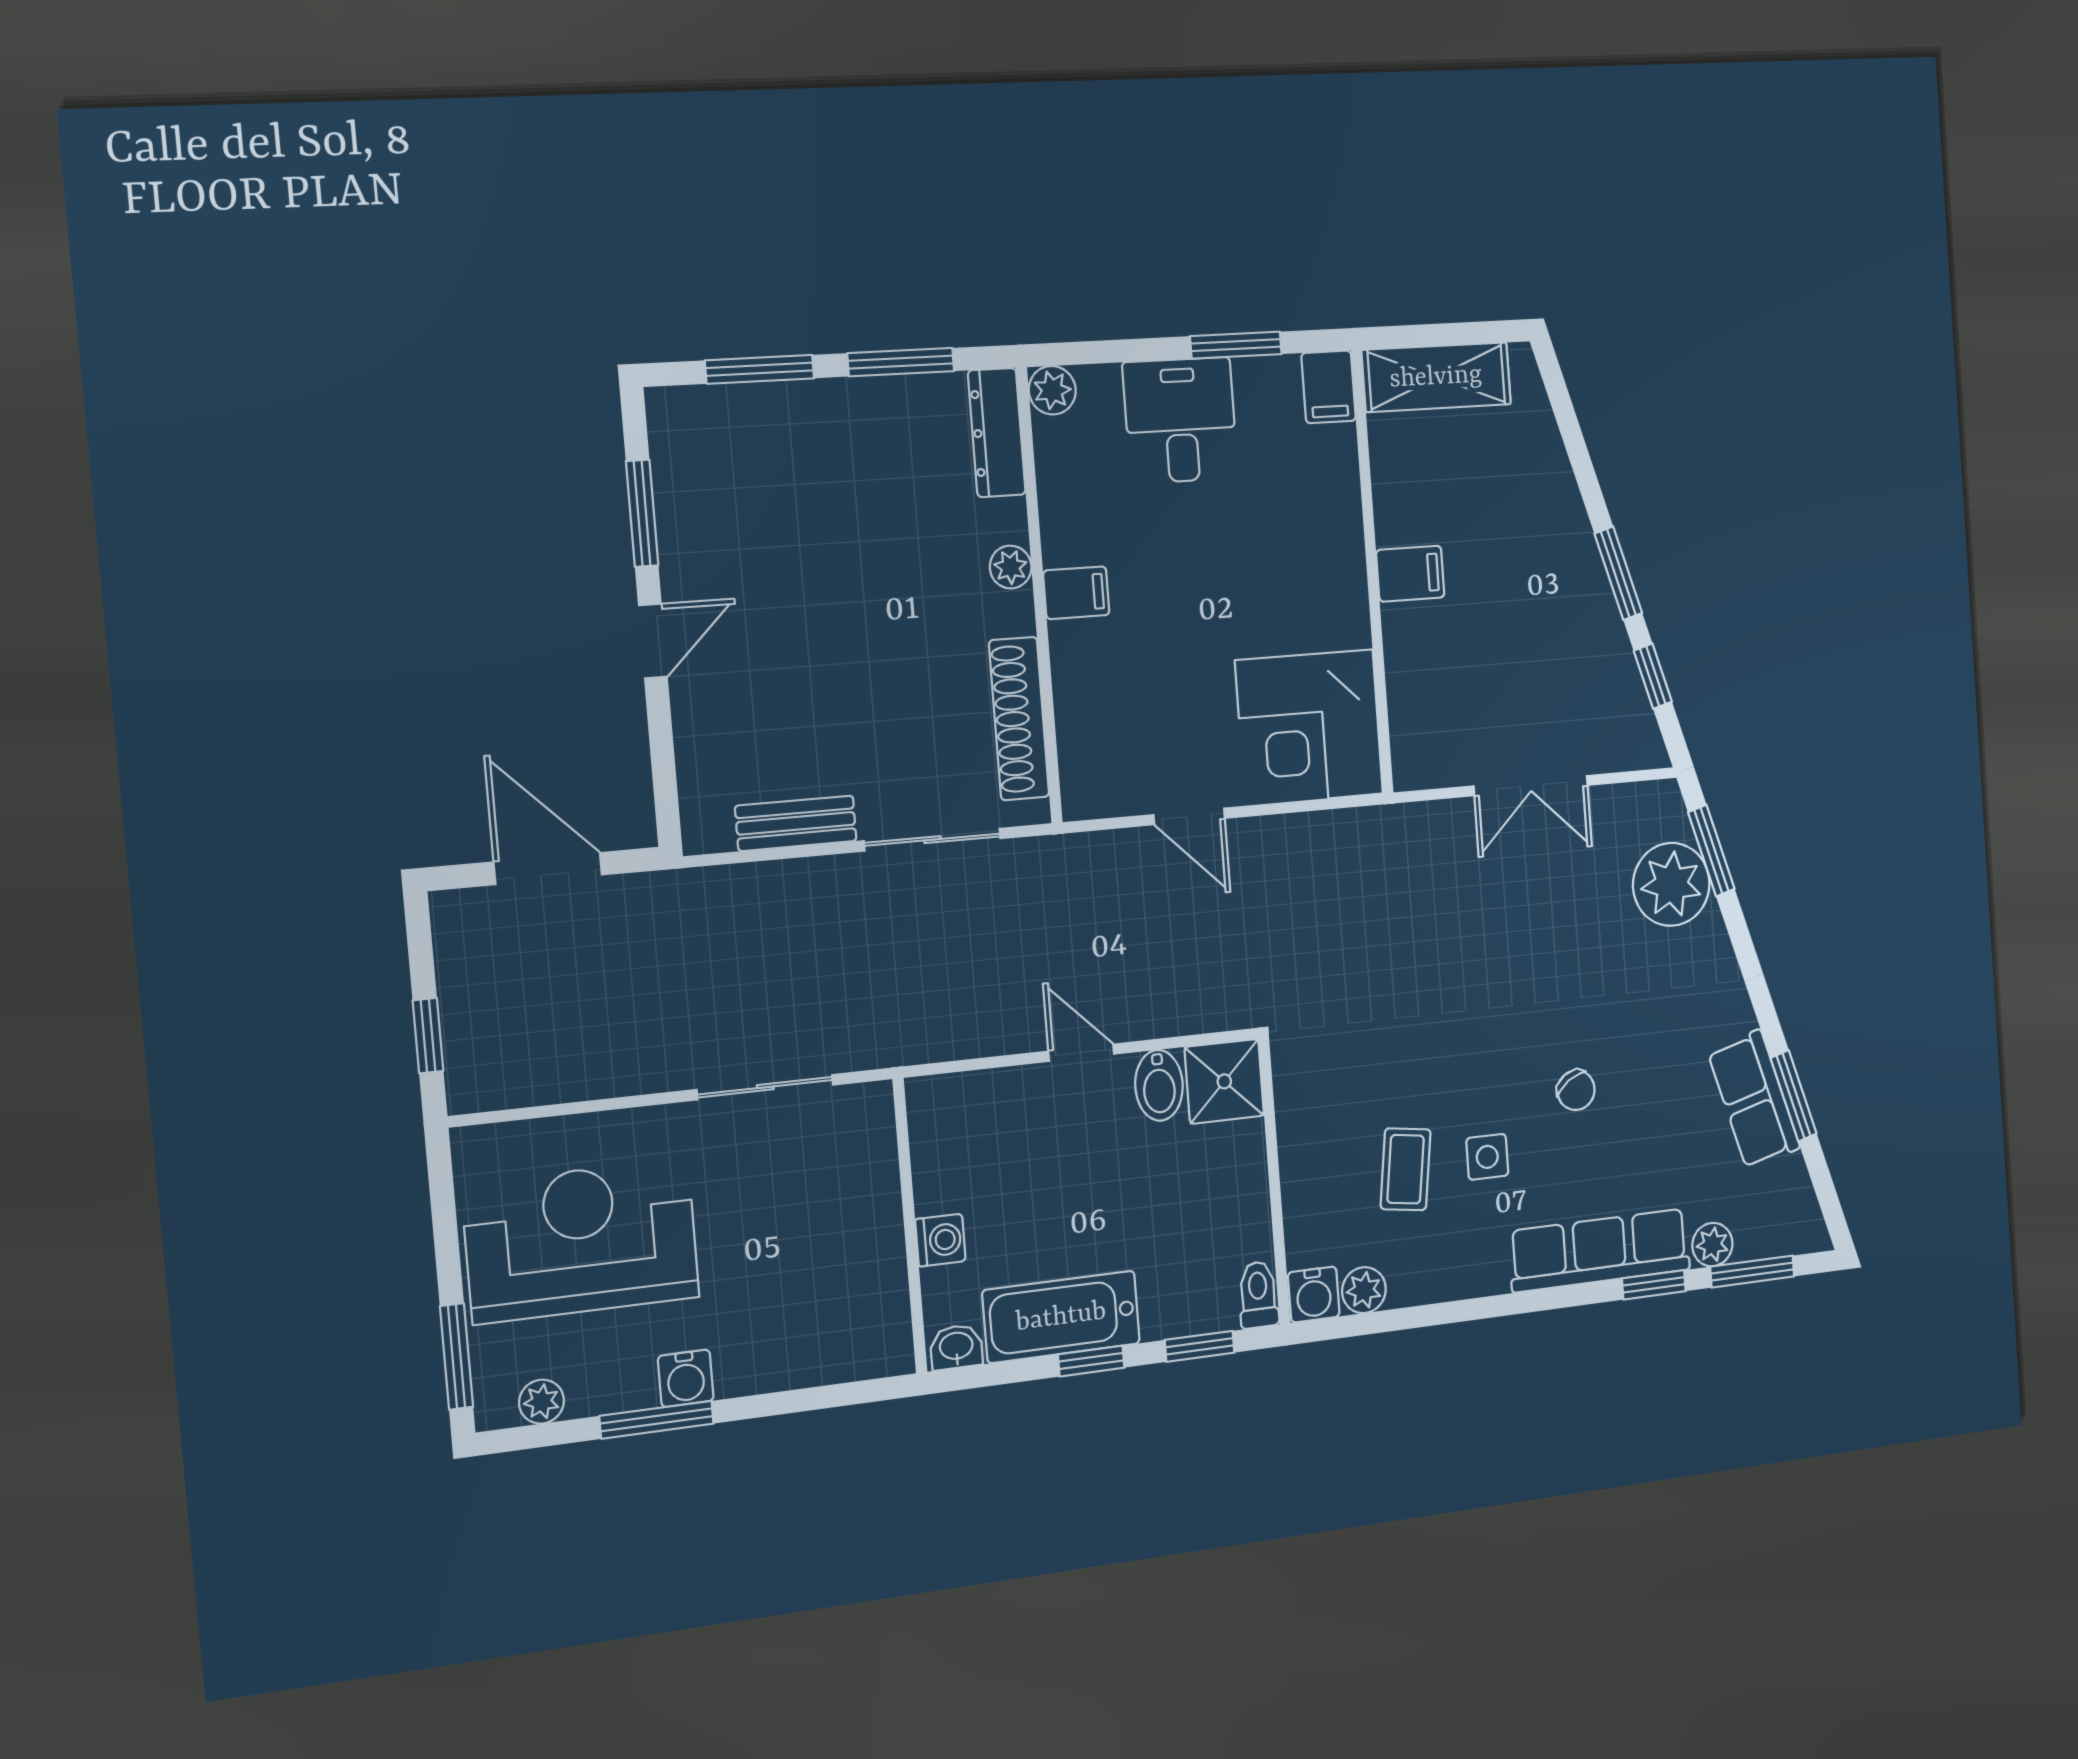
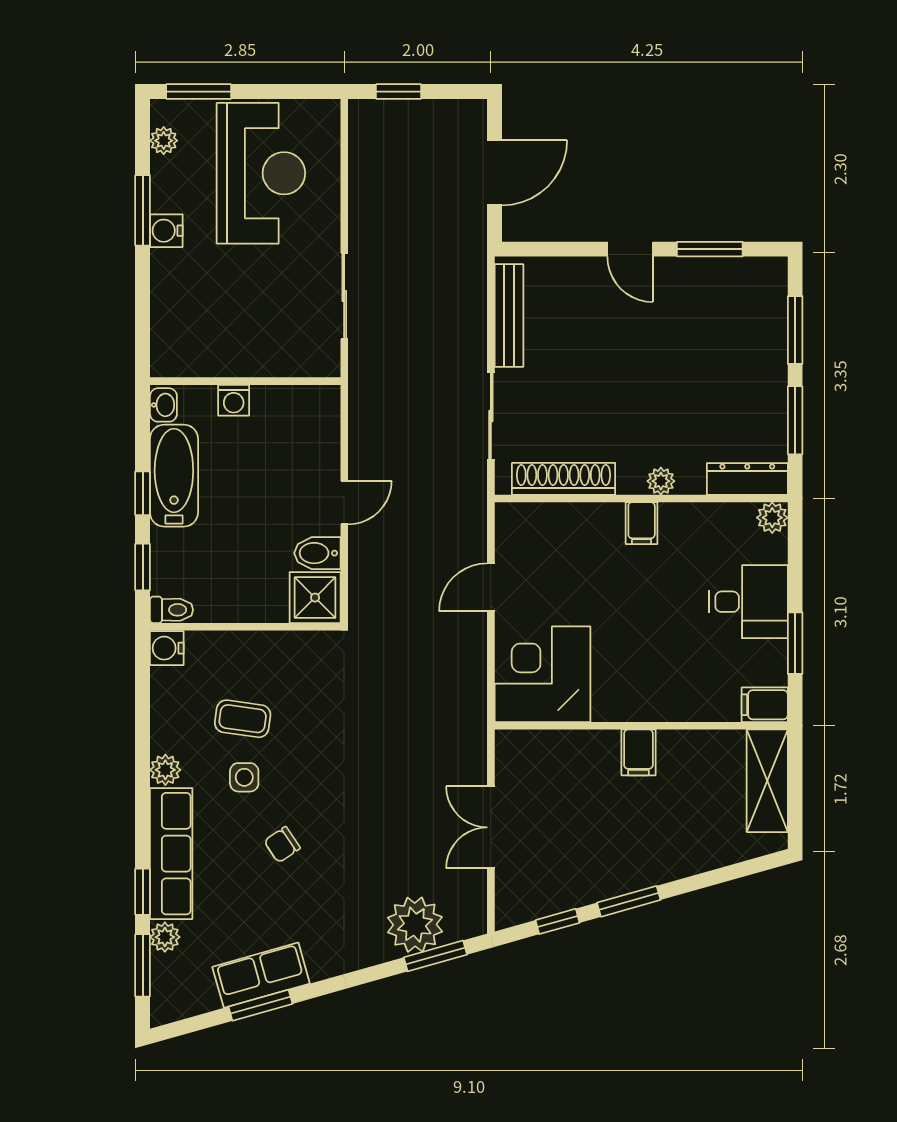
bench: (796, 823) -> (509, 315), width x1.36
plant: (1364, 1290) -> (165, 770), moved

